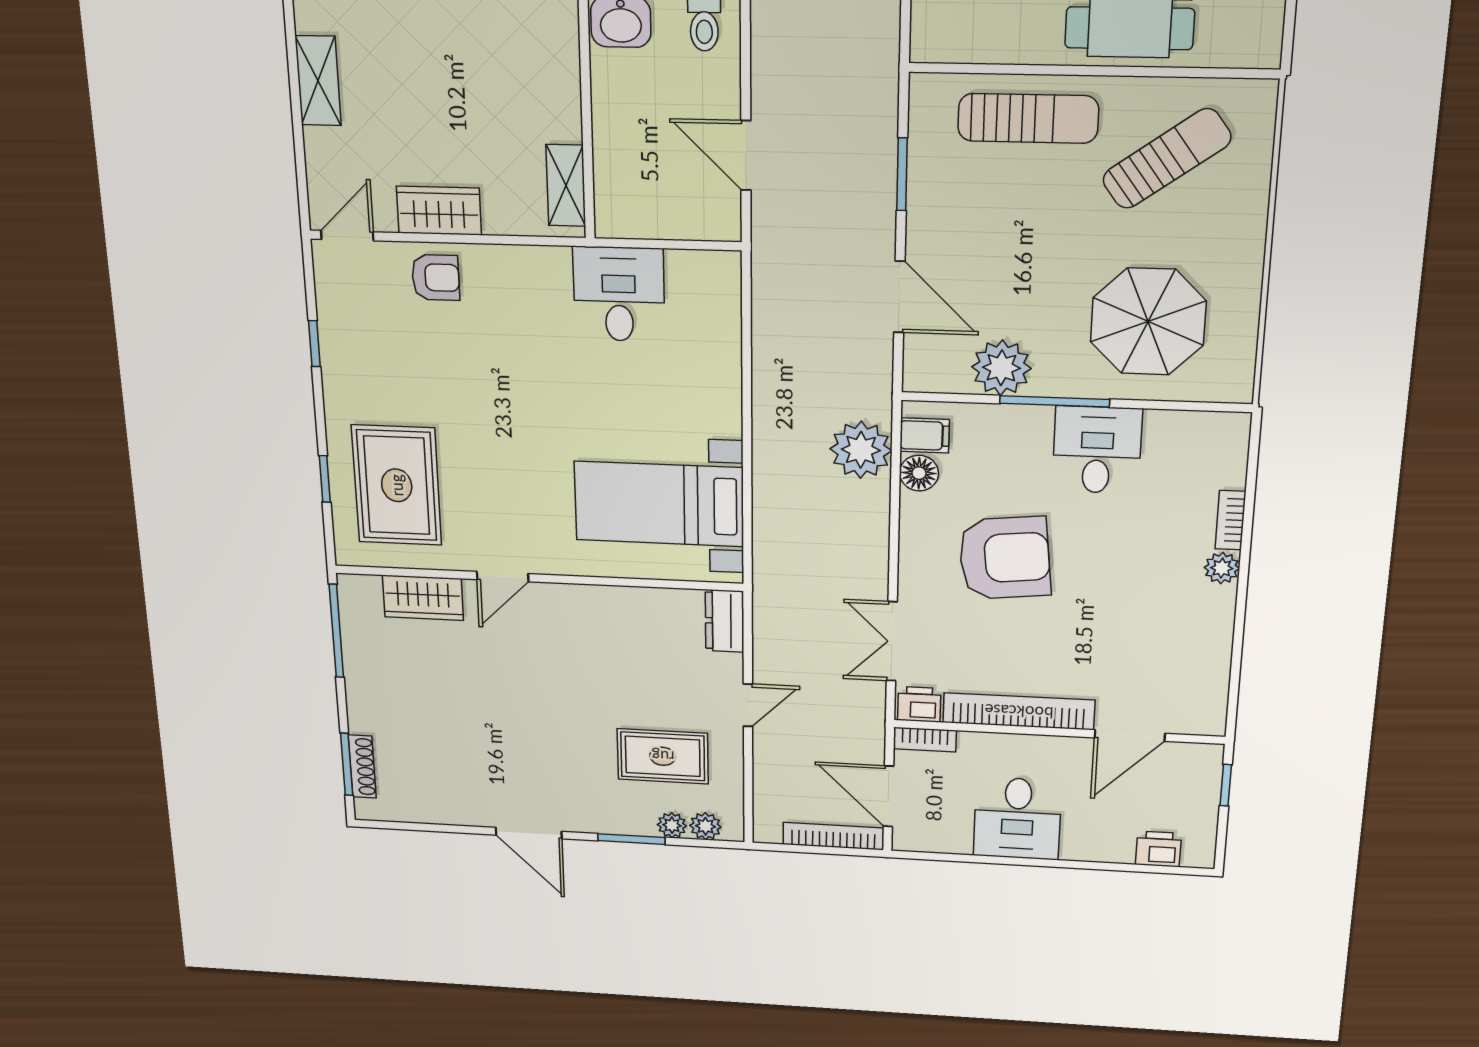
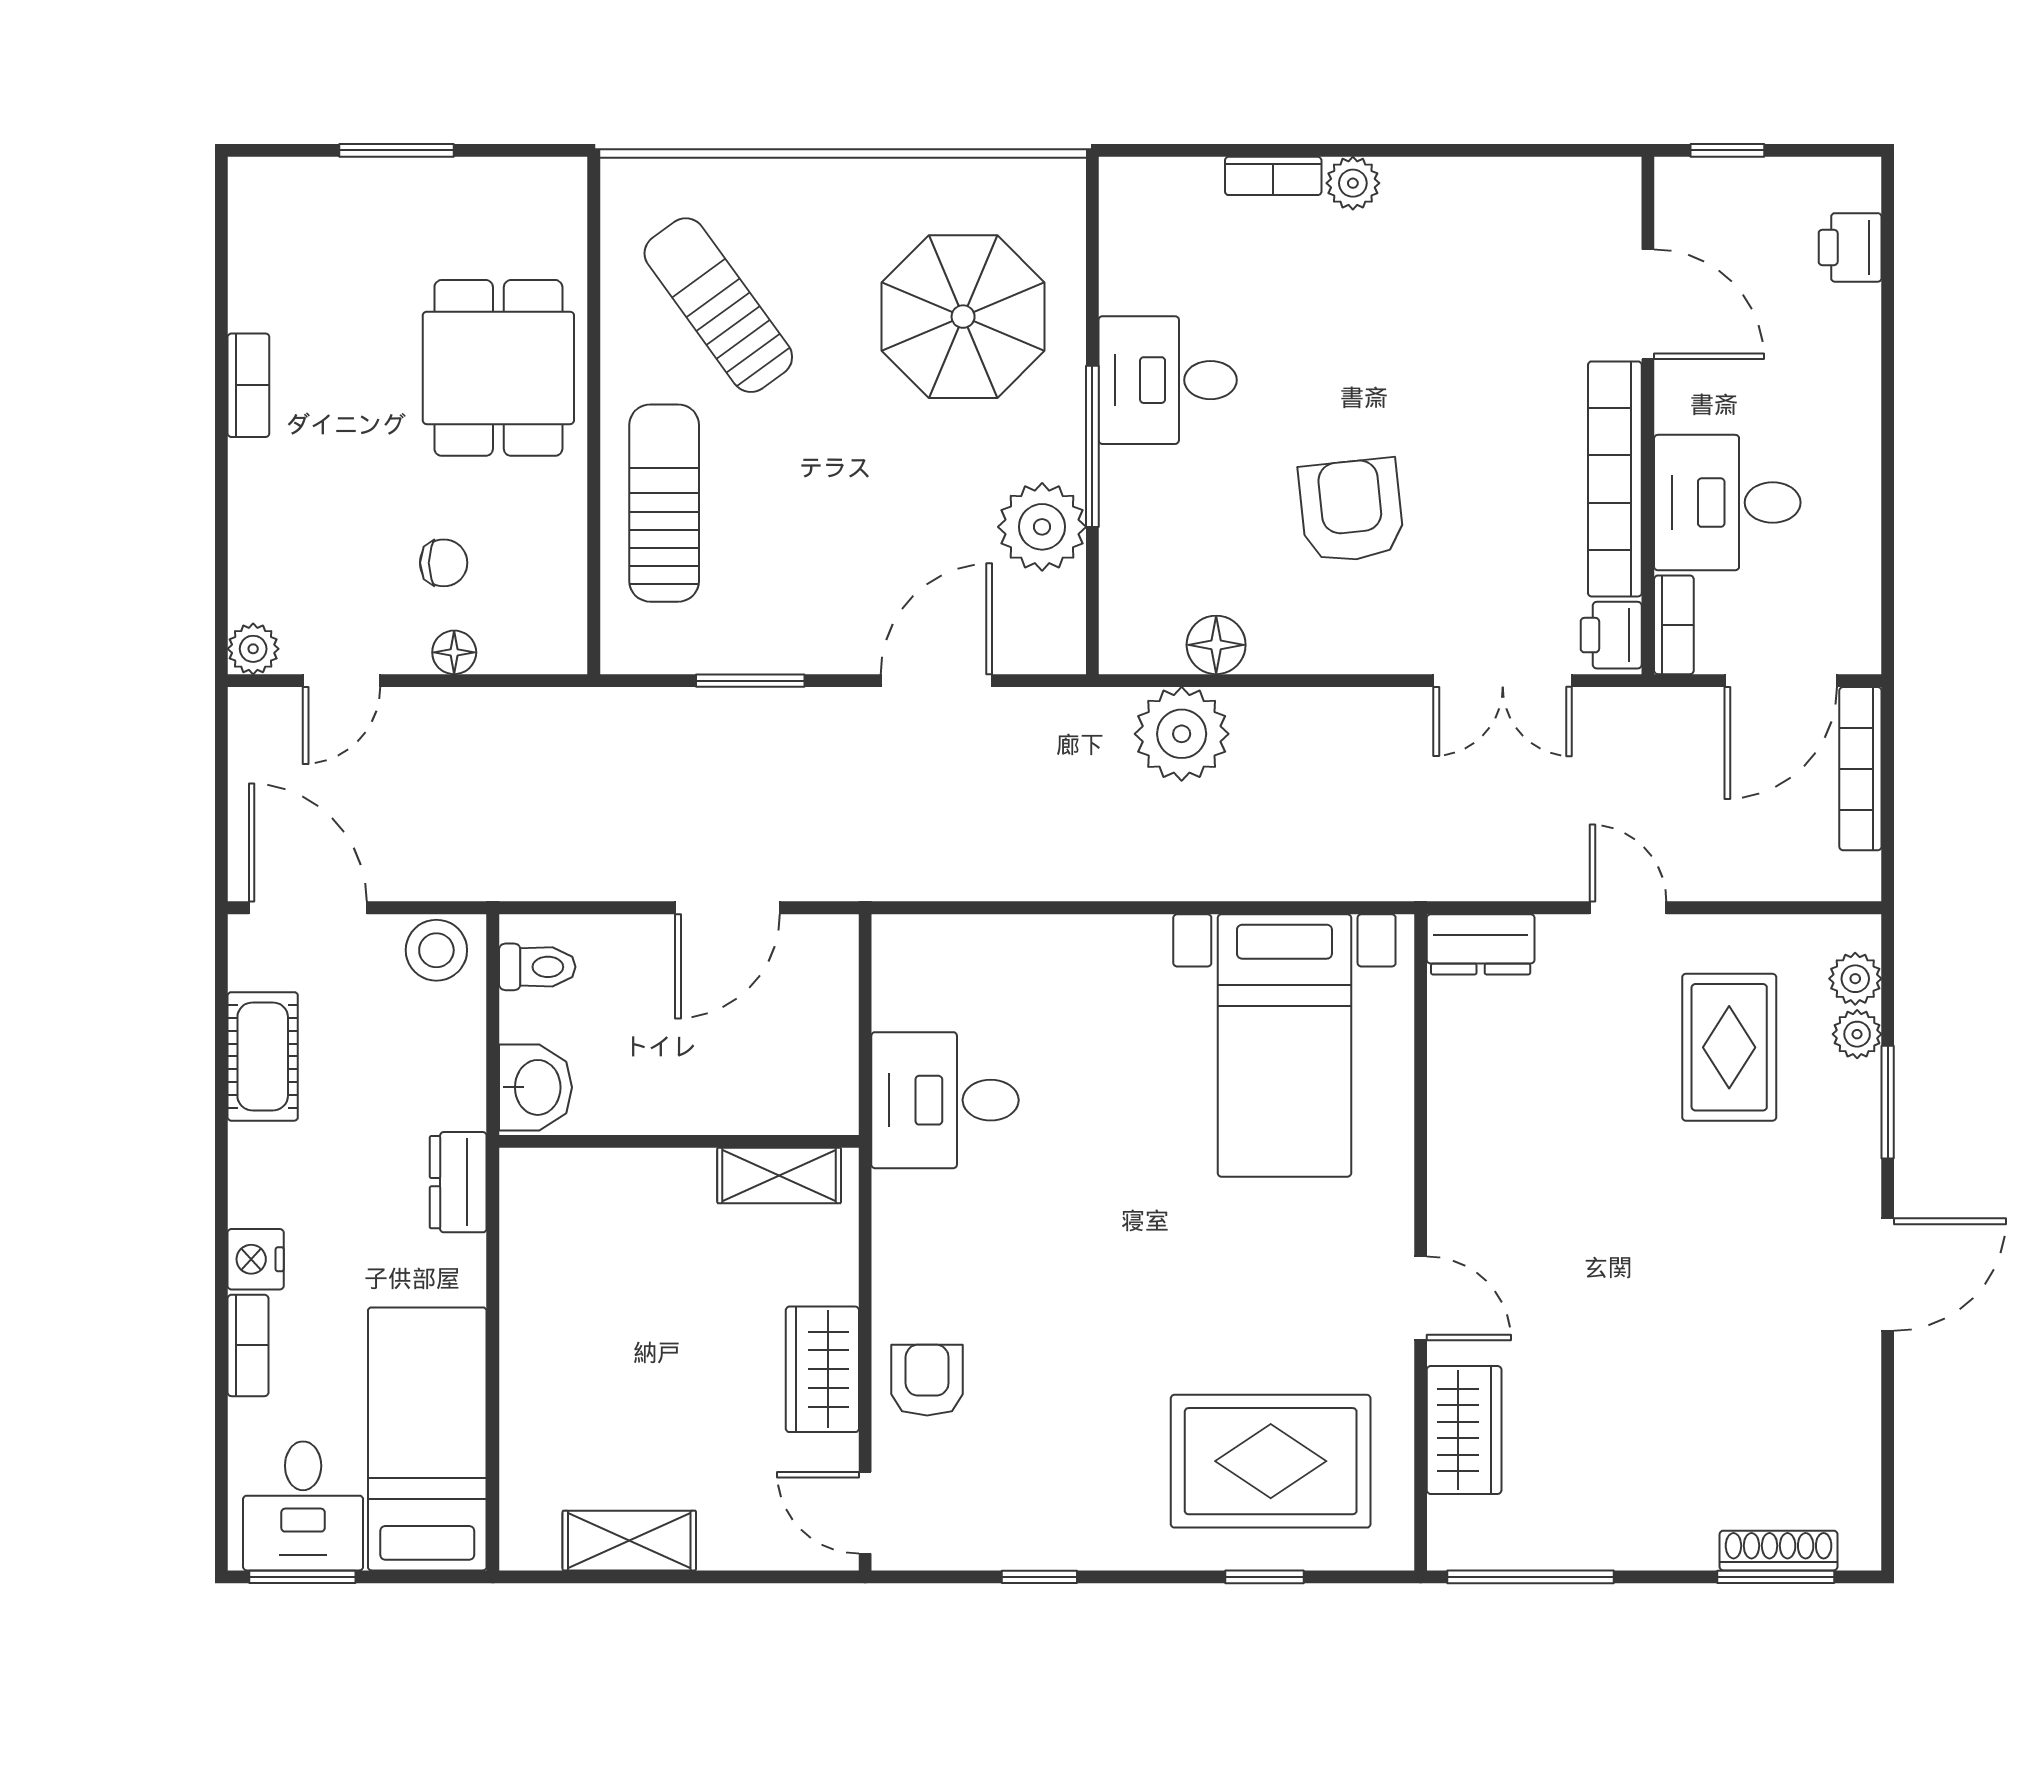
filing cabinet: (925, 435) -> (1154, 638), removed
armchair: (1005, 558) -> (1351, 511), width x0.73, depth x0.73
desk: (1017, 818) -> (1727, 503), moved, turned 180

